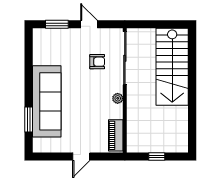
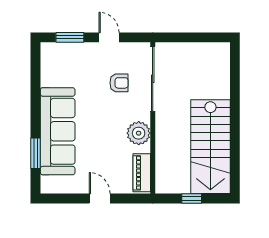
stairs: (172, 67) -> (210, 147), moved
plant: (118, 98) -> (139, 133), width x1.88, depth x1.88
door: (81, 156) -> (100, 198), swing flipped

